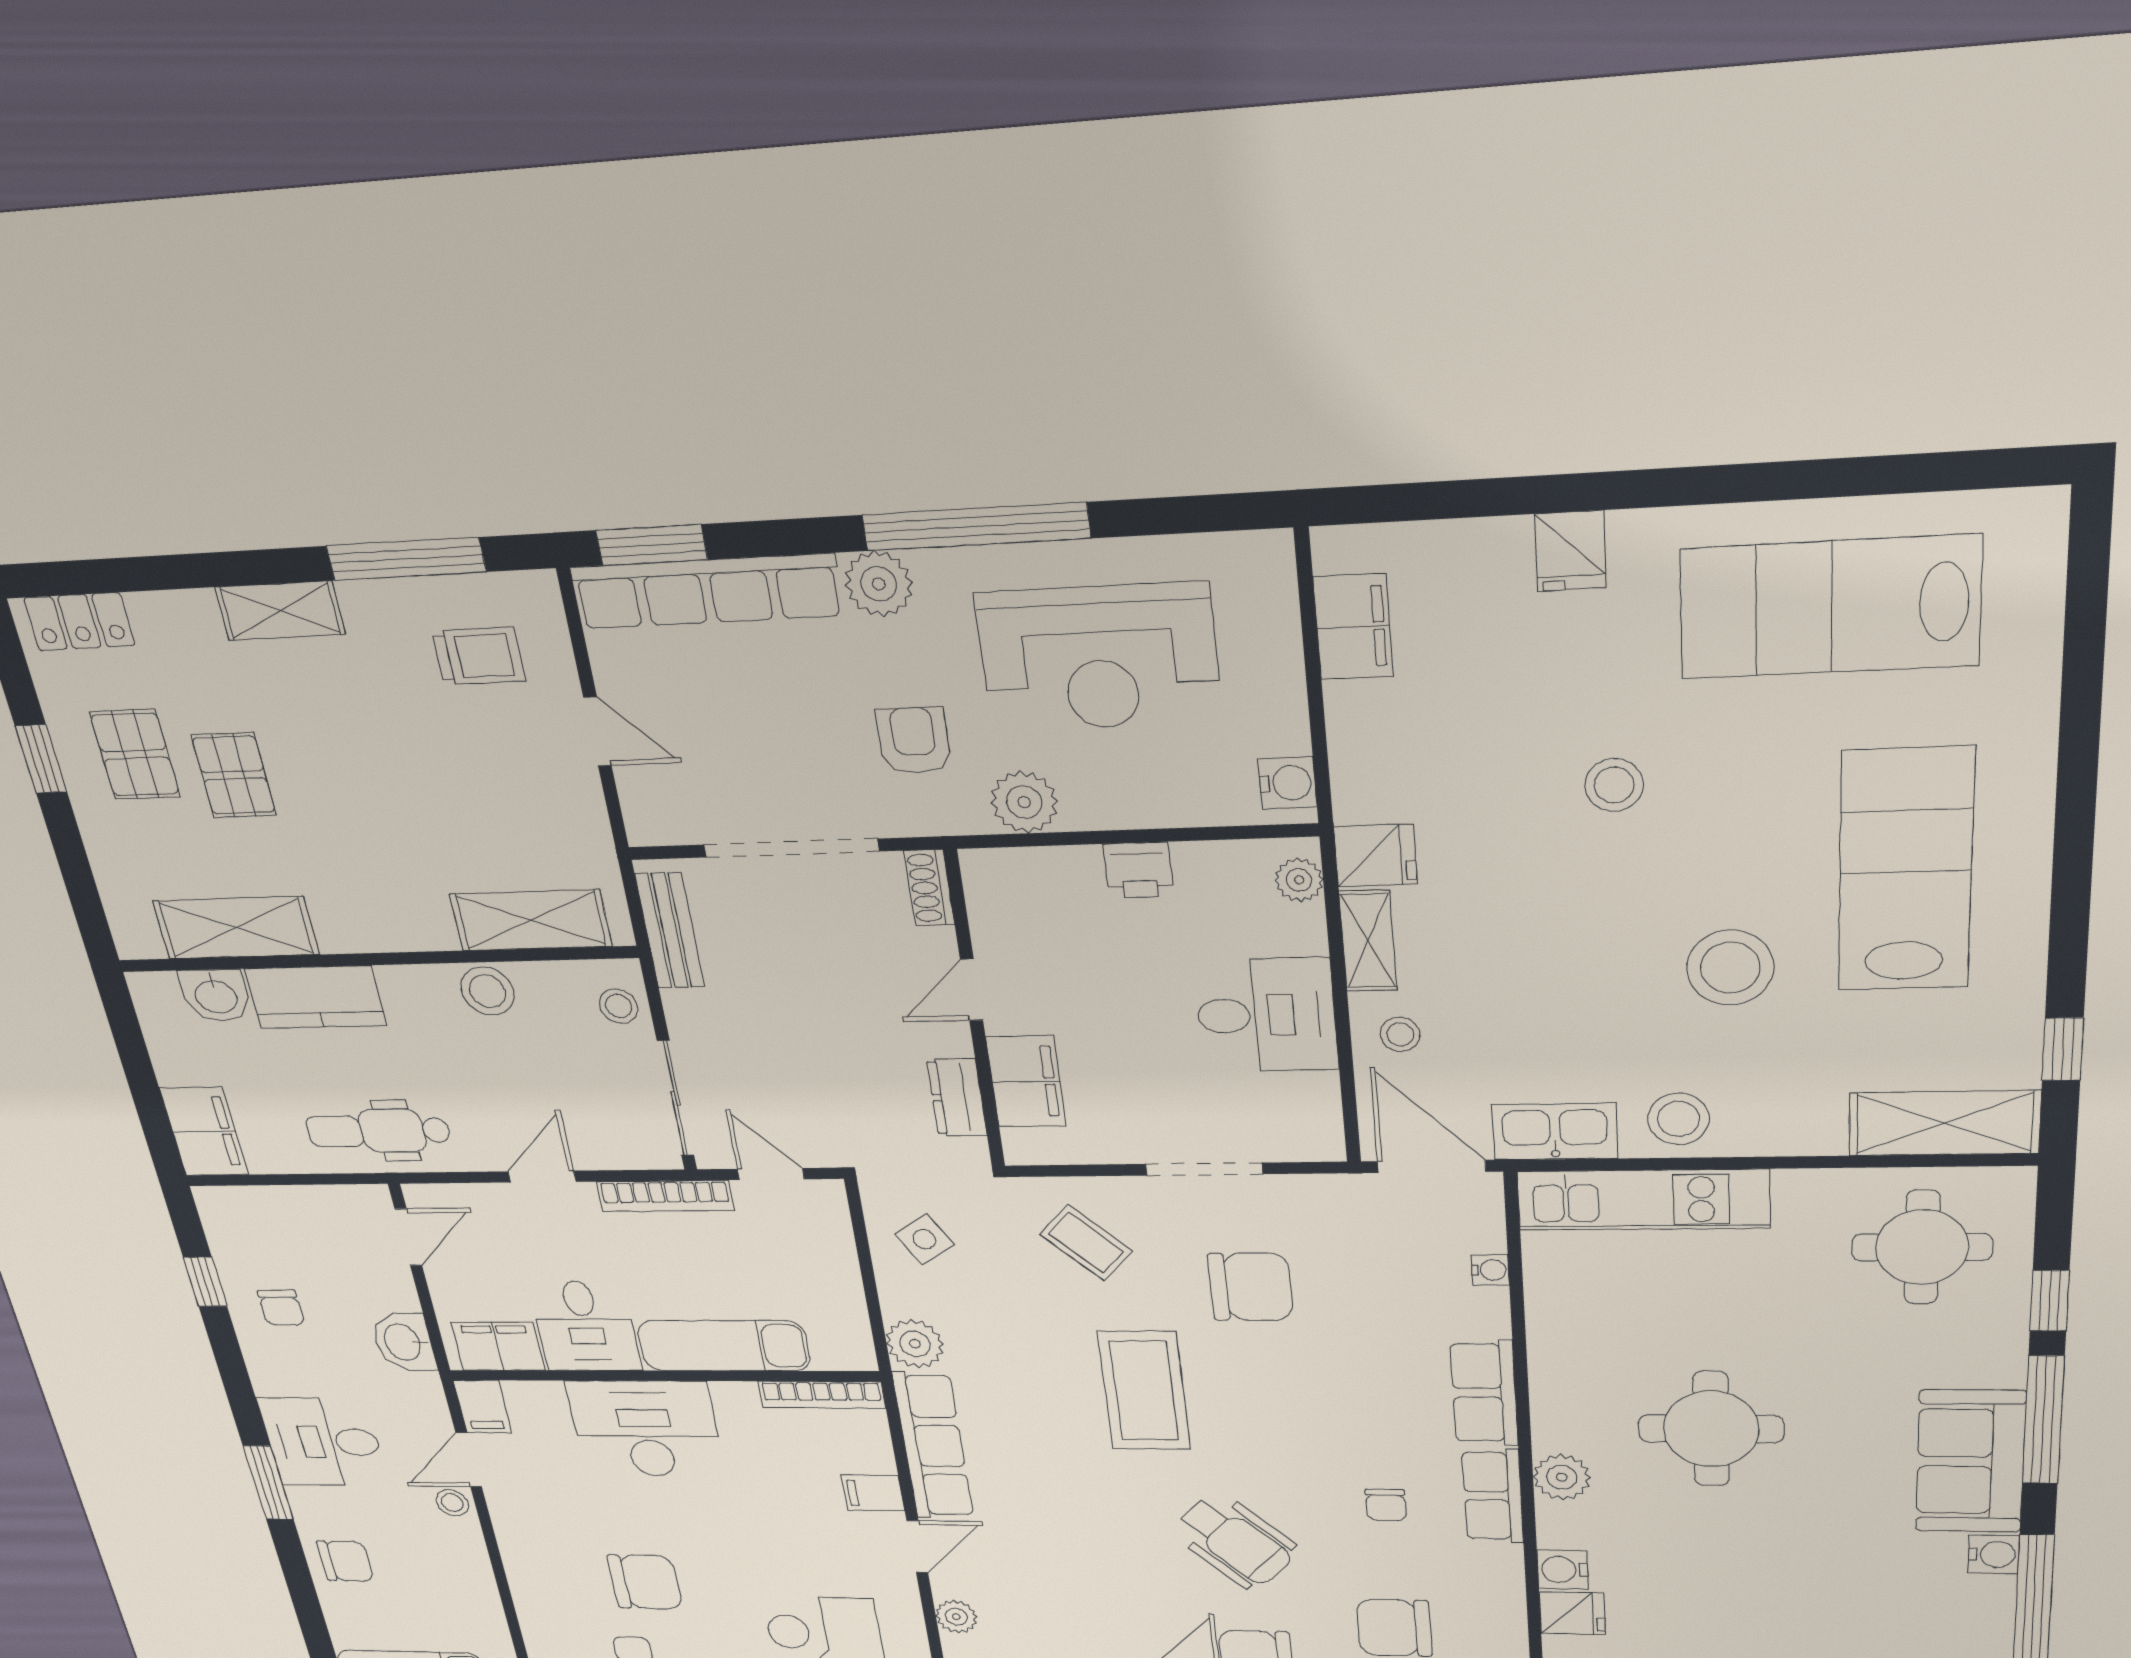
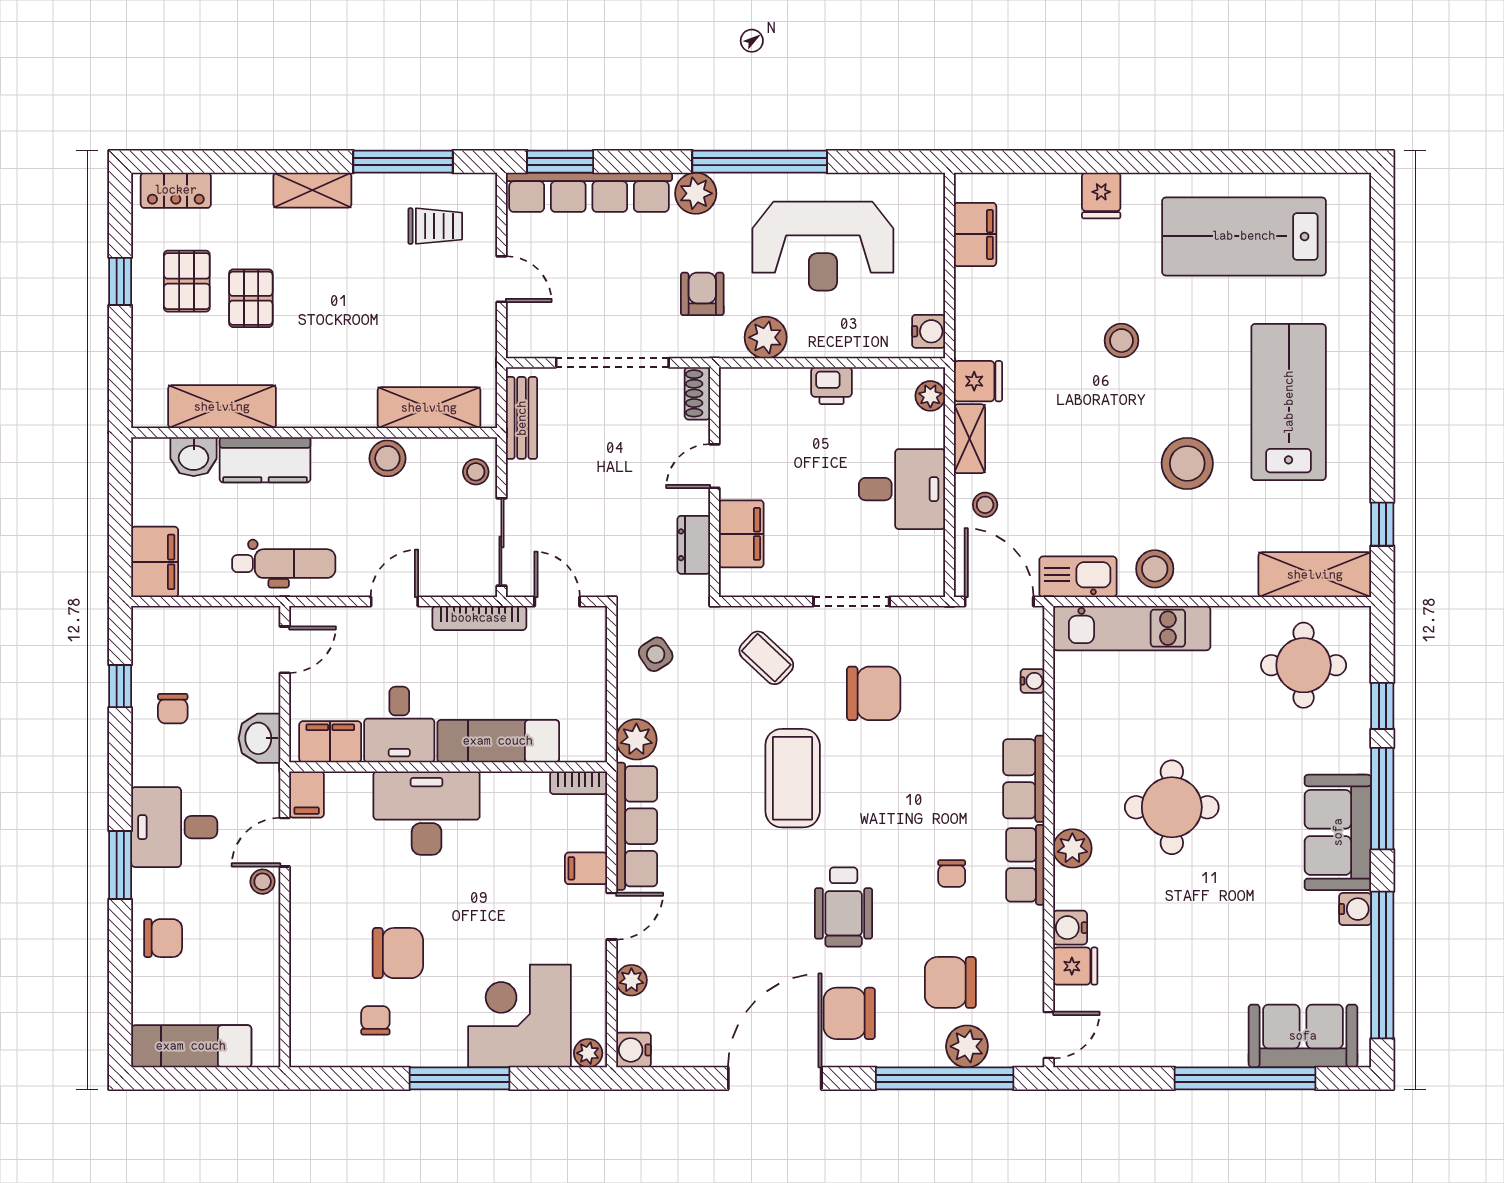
dental chair: (378, 1131) -> (284, 564), turned 180
bookcase: (822, 1395) -> (579, 783), width x0.64
wheelchair: (1235, 1541) -> (844, 907), turned 46

